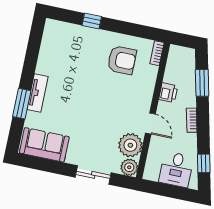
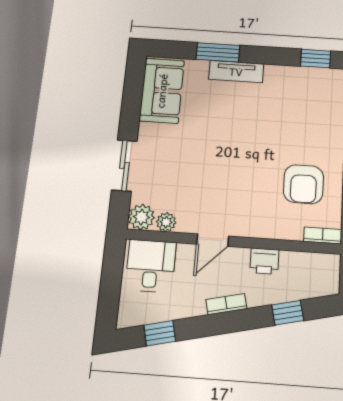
window: (35, 38) -> (316, 59), added
window: (202, 83) -> (288, 313), width x0.67
plant: (130, 145) -> (166, 222), width x0.53, depth x0.53
desk: (176, 169) -> (151, 266), moved, turned 90

